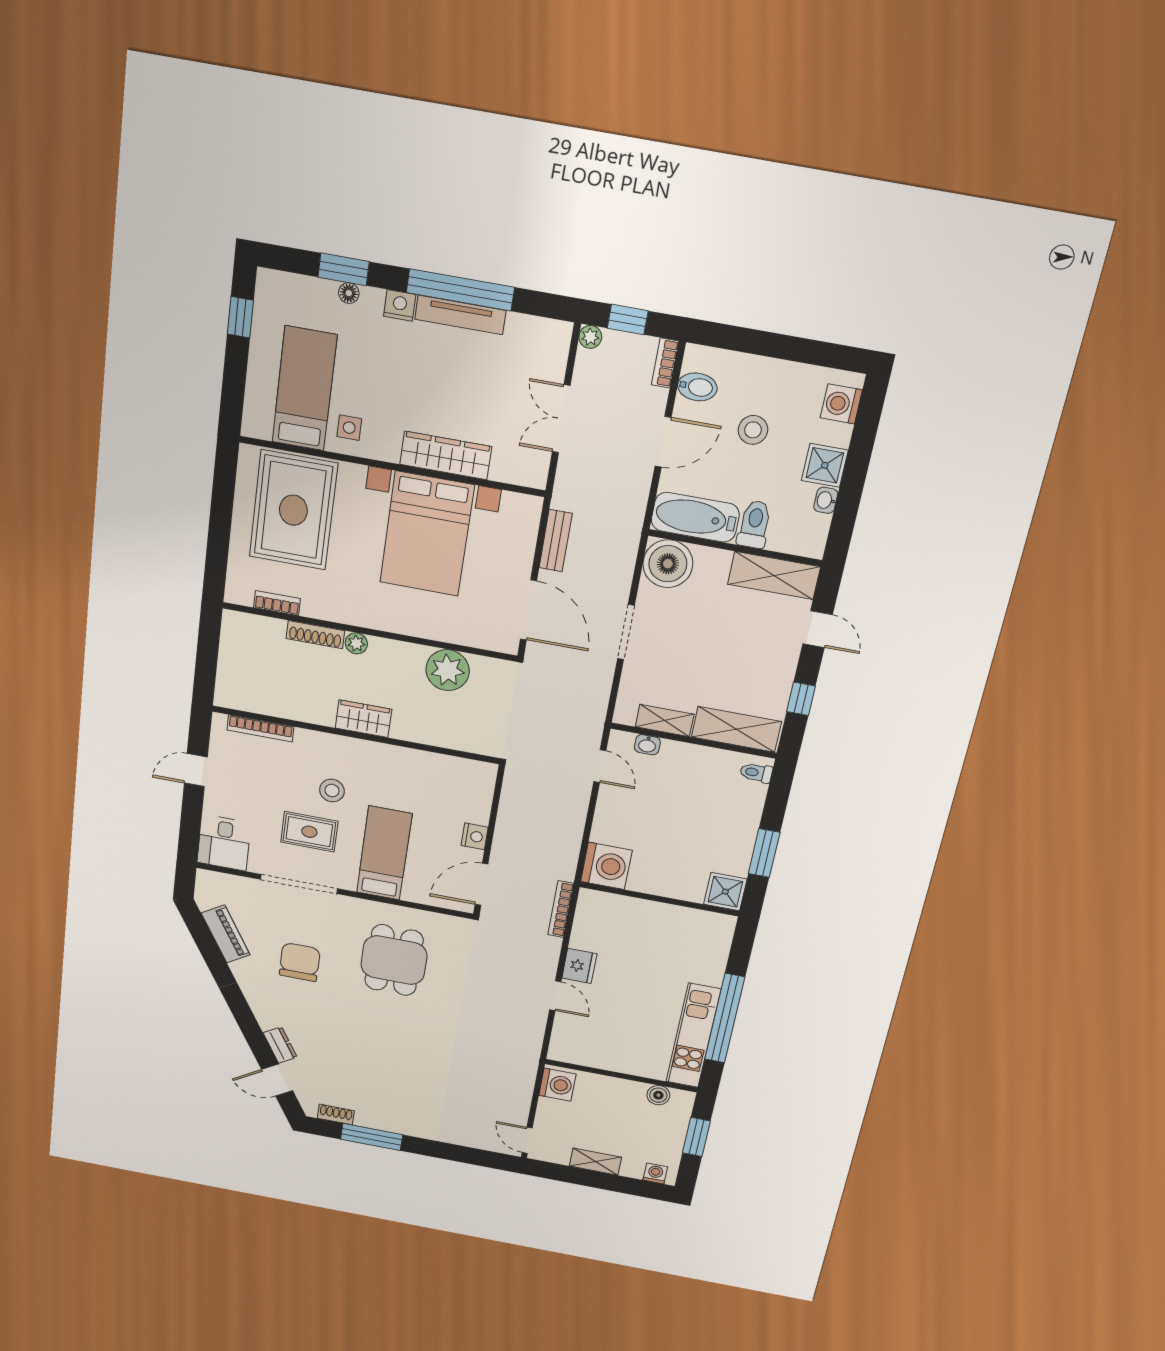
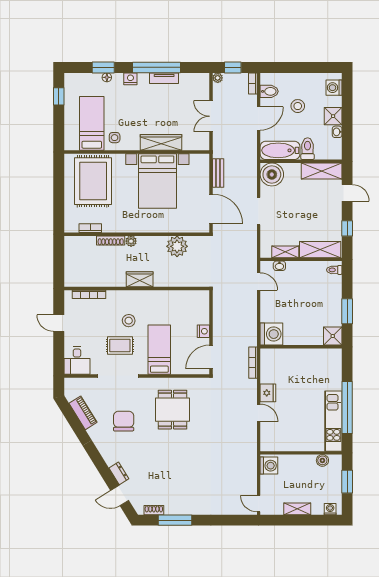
tv unit: (460, 315) -> (164, 78), width x0.71
door: (196, 770) -> (59, 323), hinge flipped

